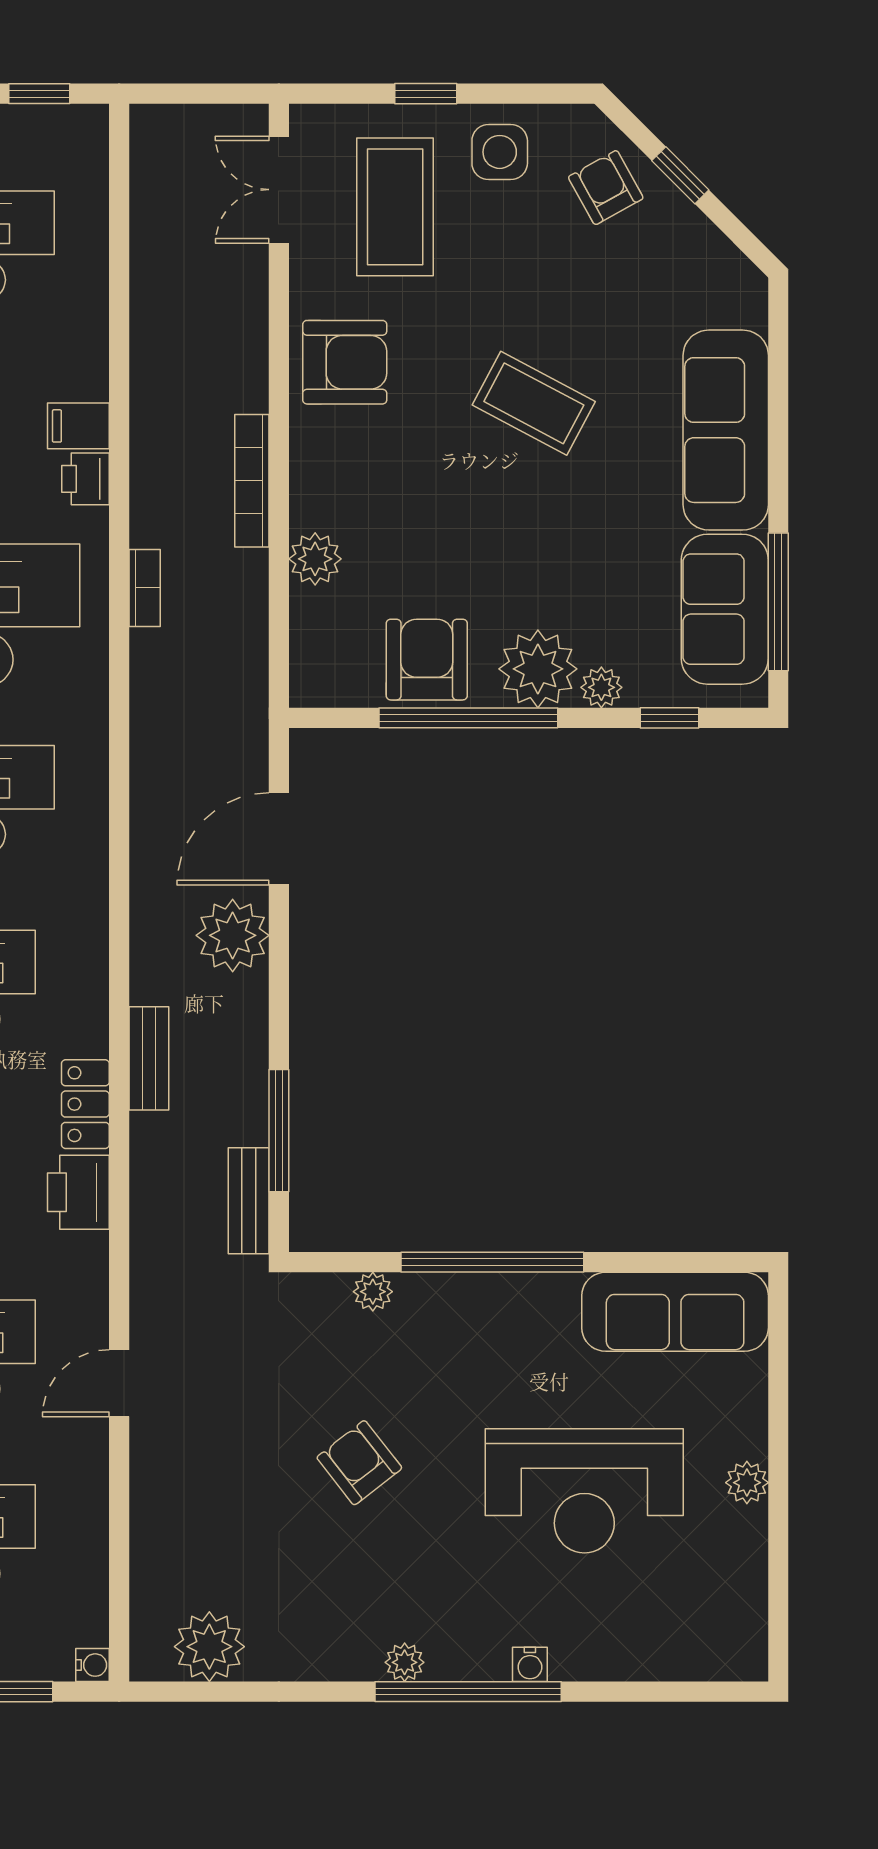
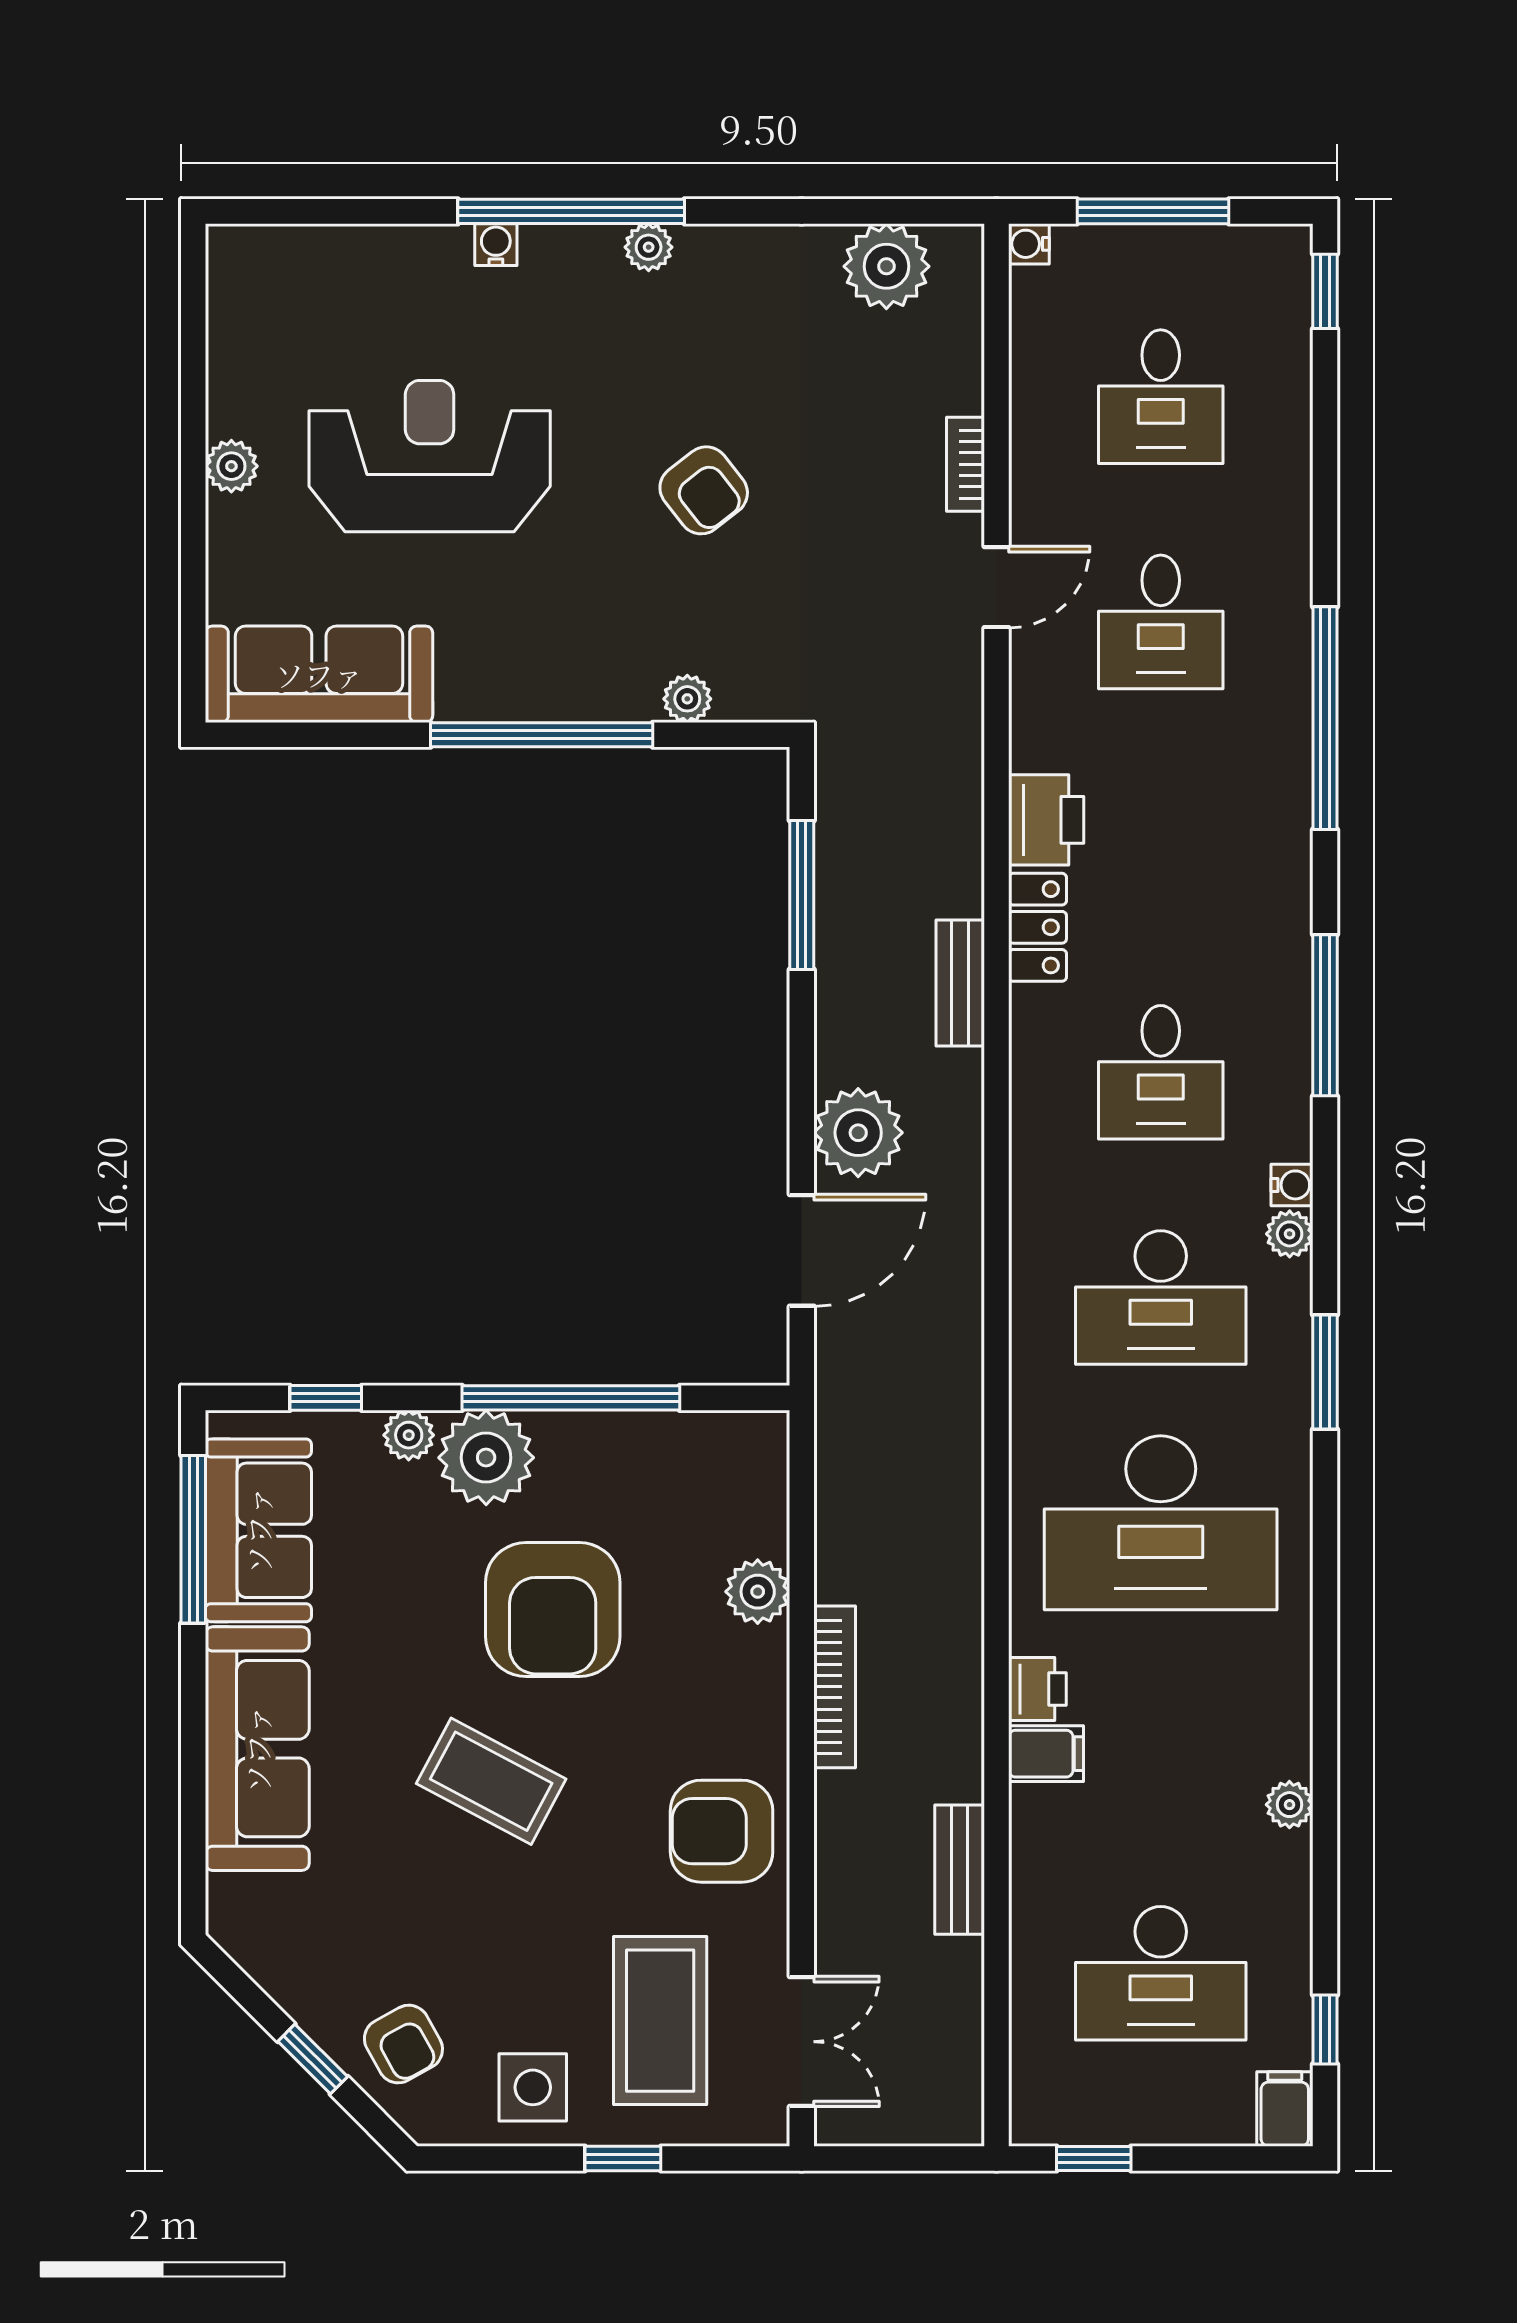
bookcase: (145, 588) -> (965, 464), moved
armchair: (427, 660) -> (553, 1610), moved, width x1.36, depth x1.36
bench: (249, 1201) -> (960, 1870), moved

